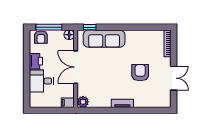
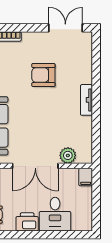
double door: (174, 78) -> (65, 28), moved
plant: (83, 102) -> (68, 155), moved

